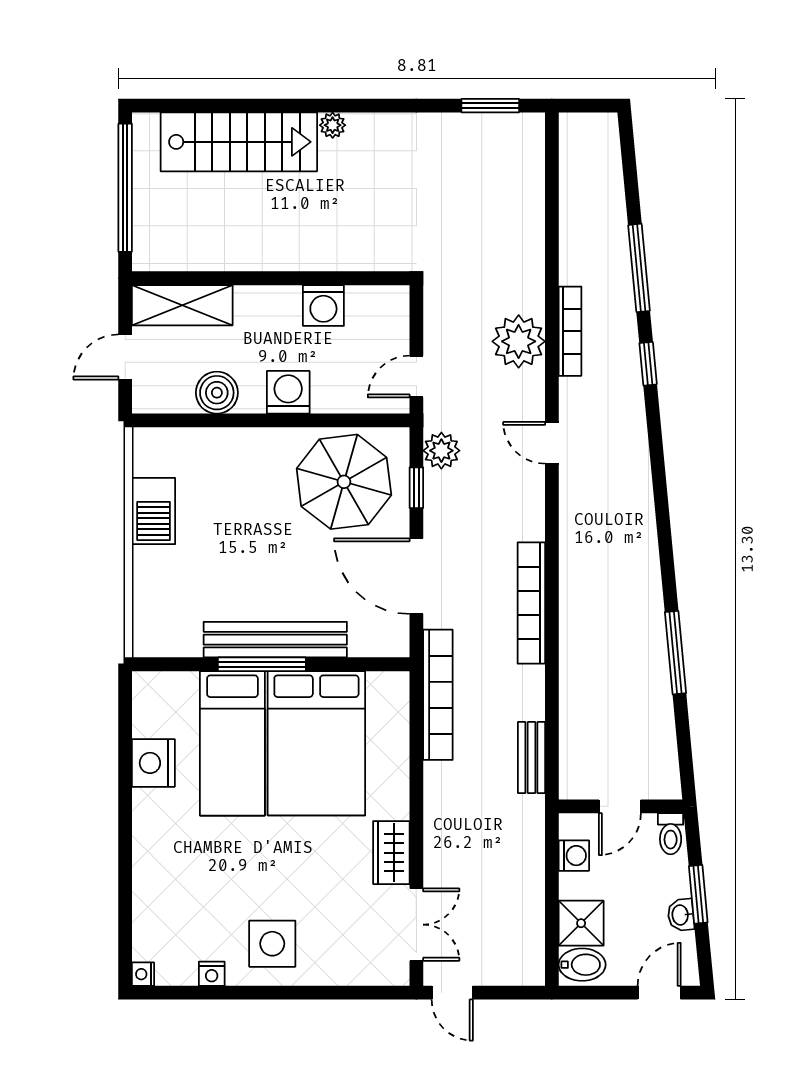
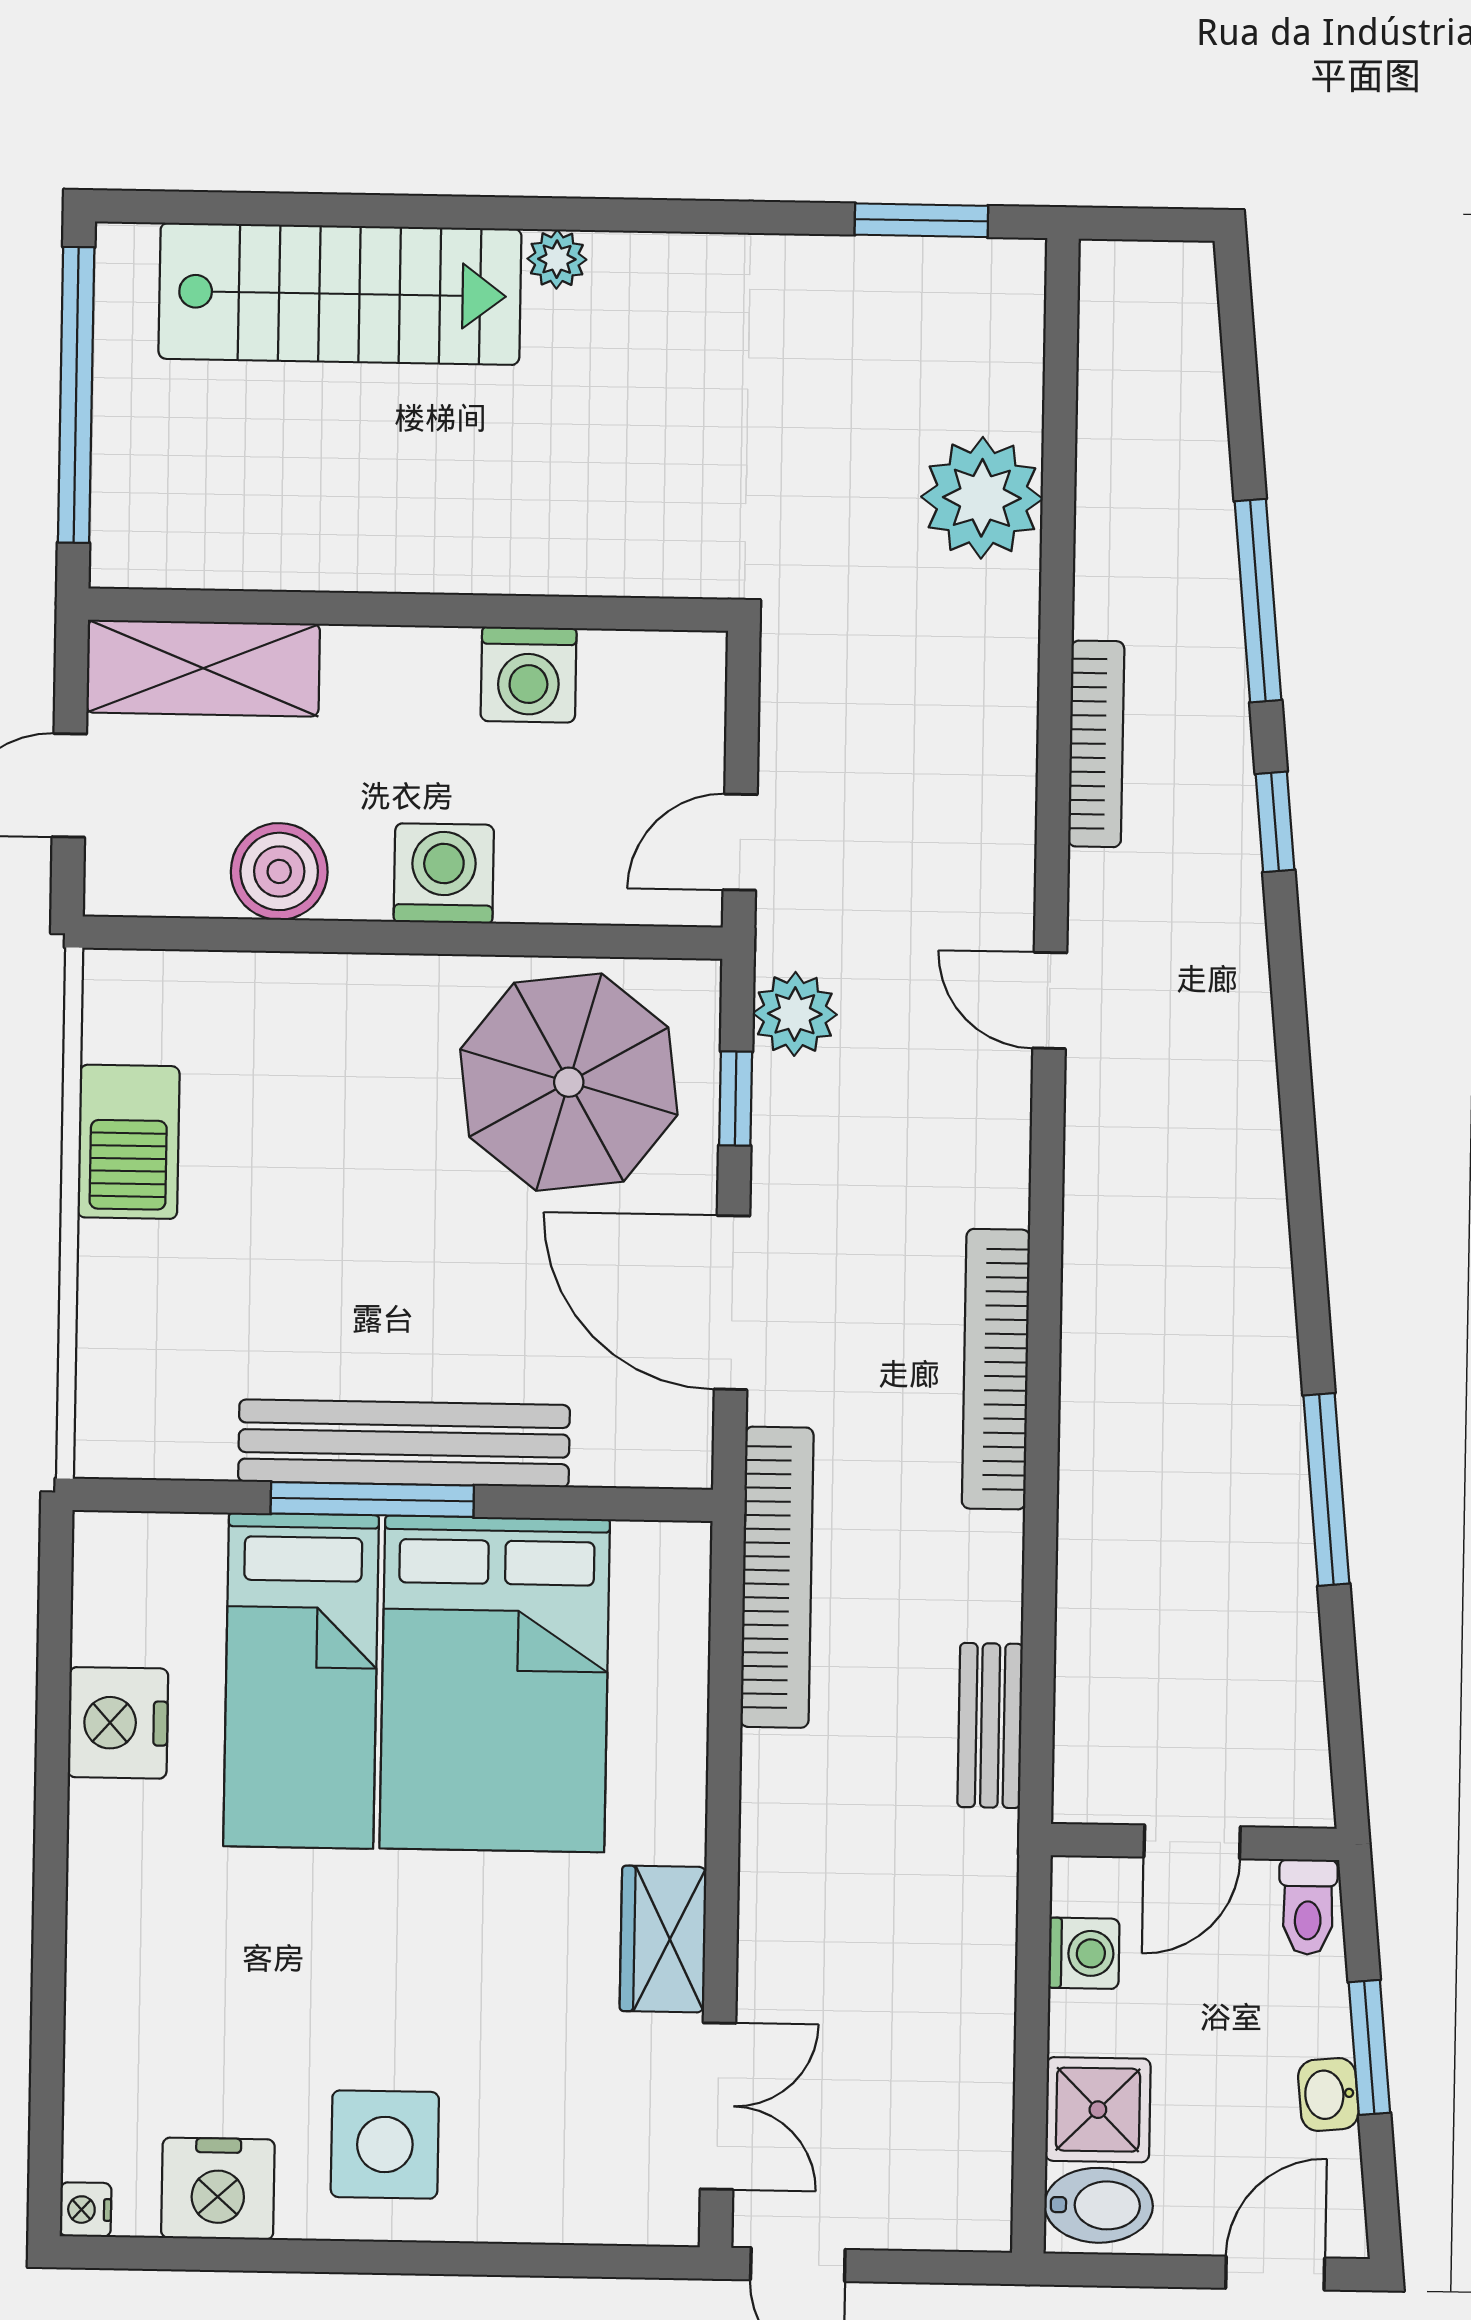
plant: (519, 341) -> (982, 498), moved
nightstand: (212, 974) -> (218, 2189), width x1.89, depth x1.79

